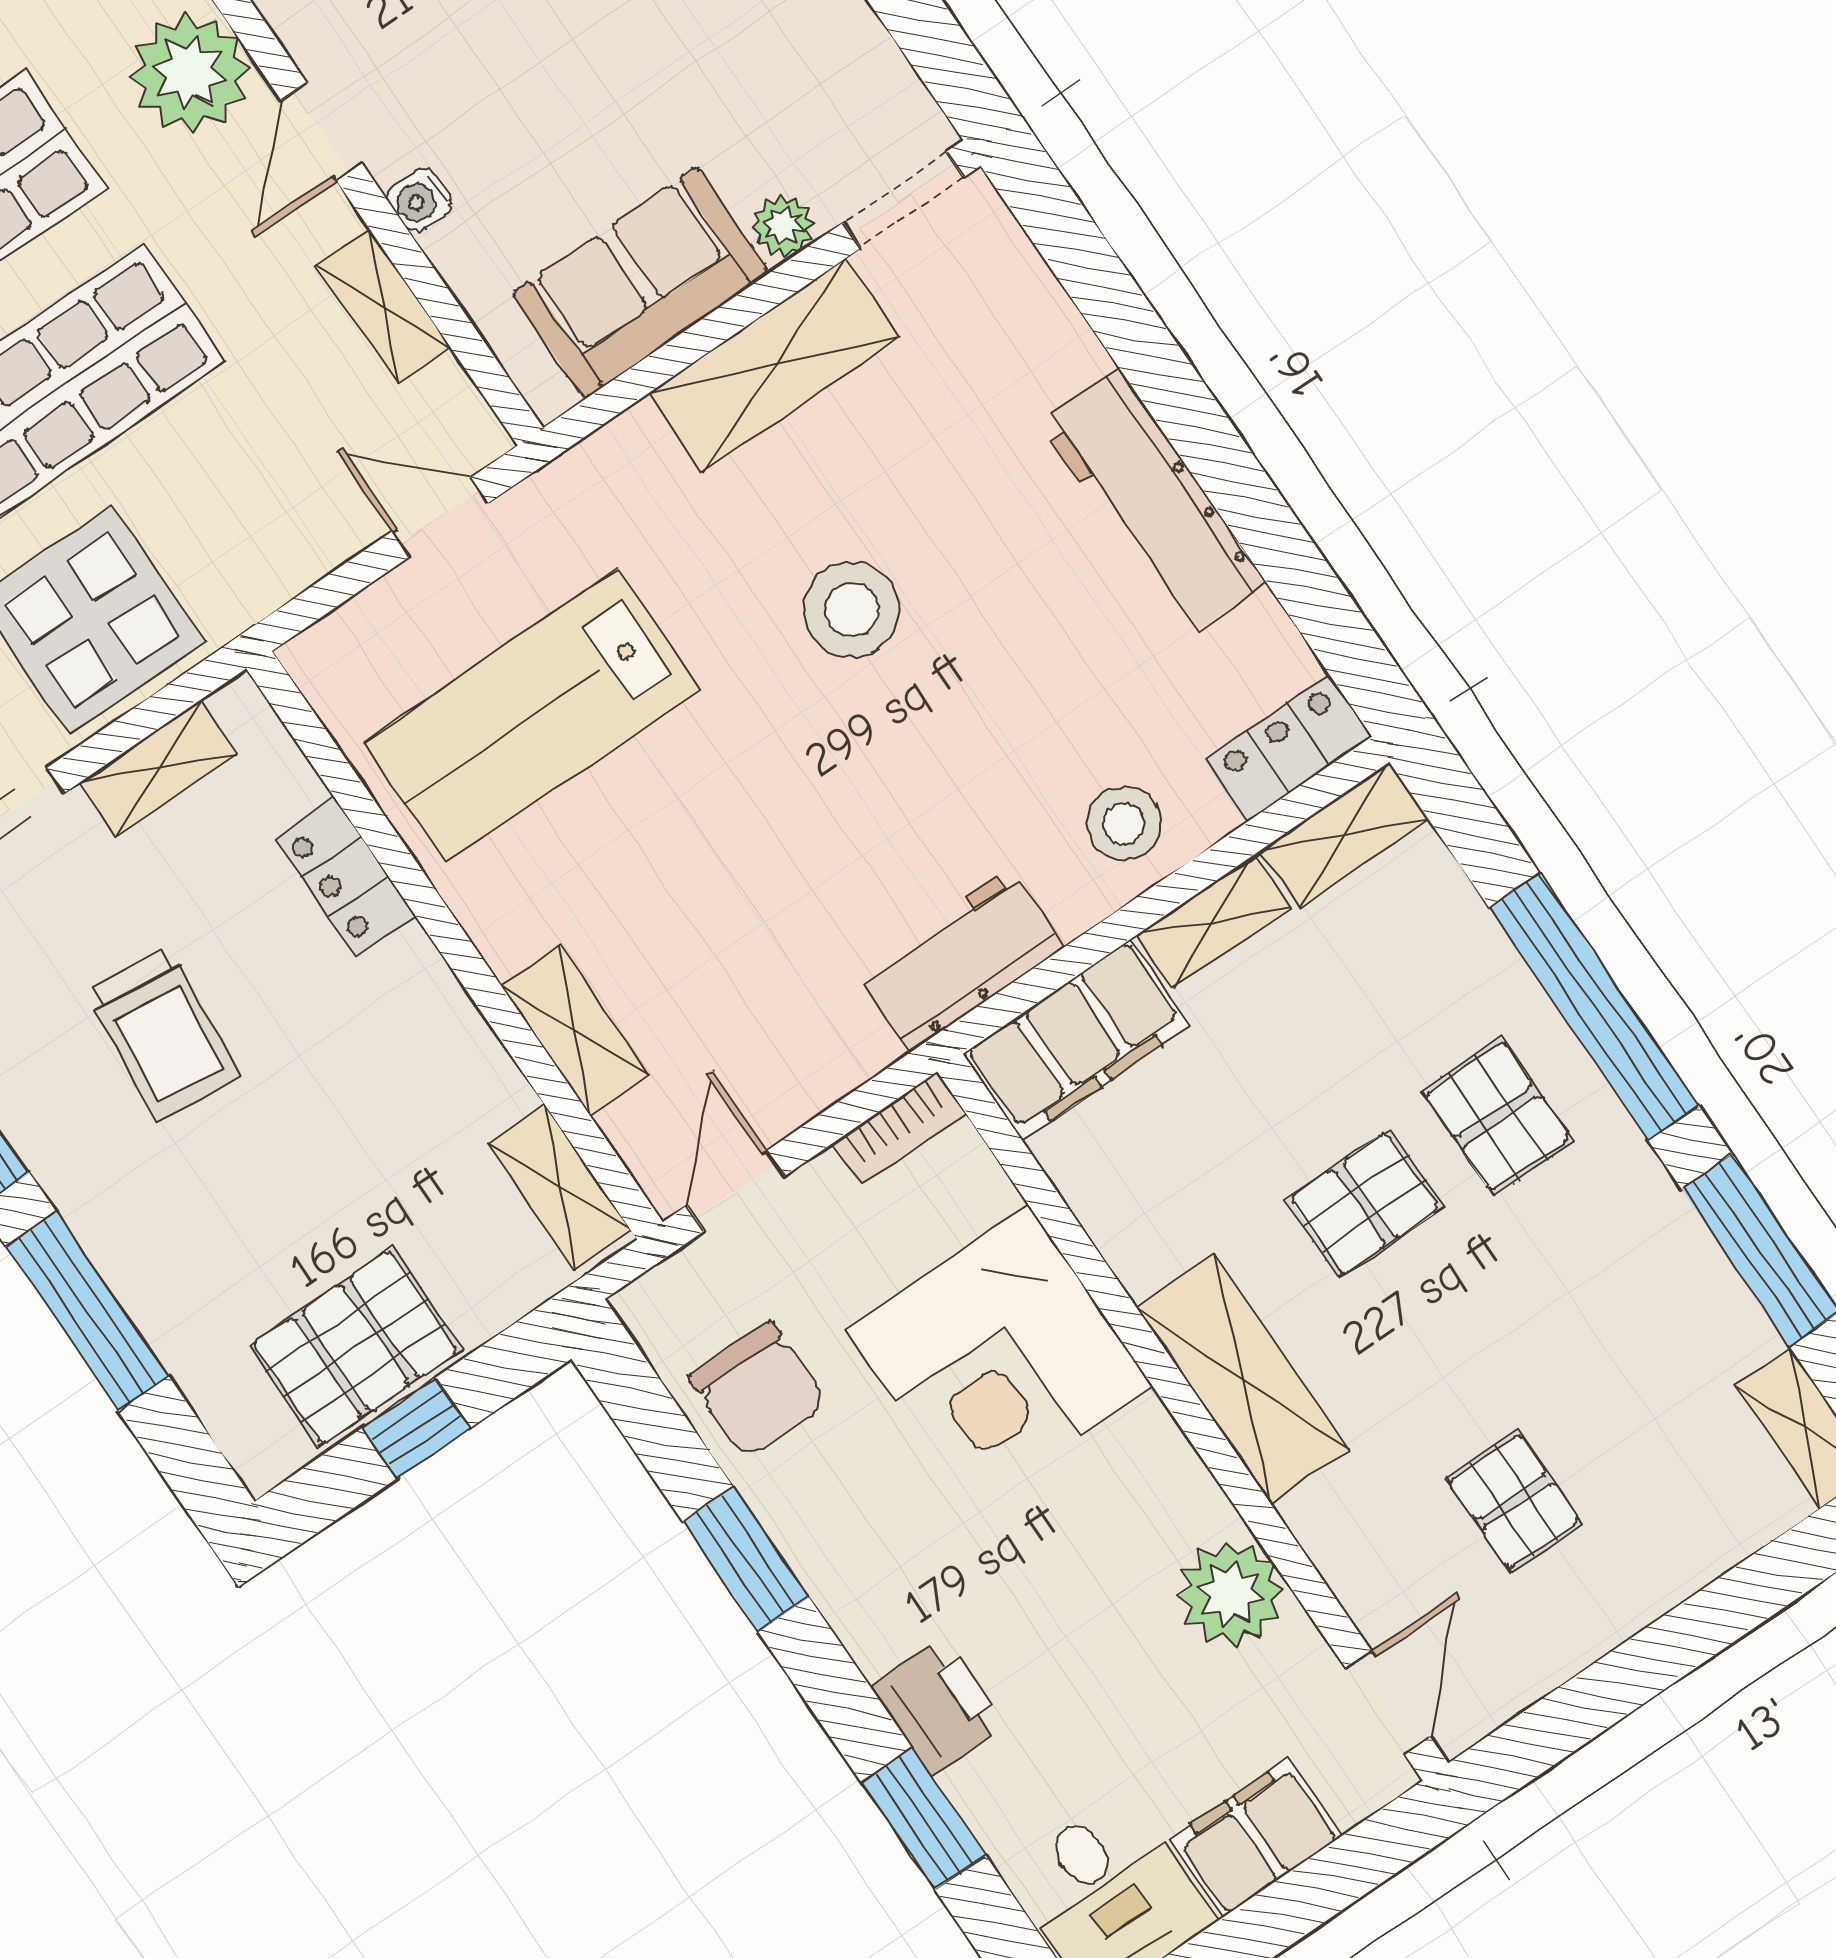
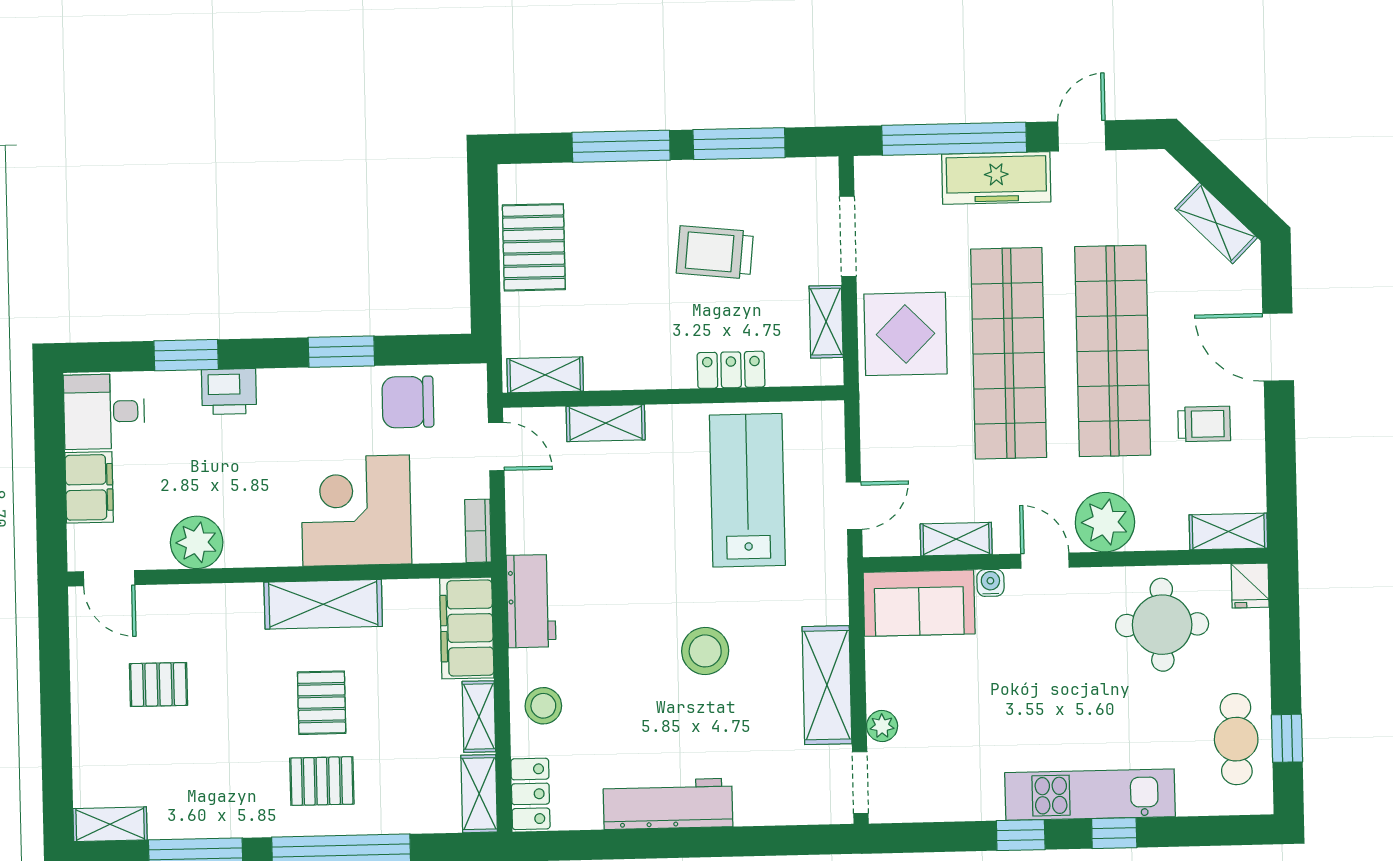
sofa: (641, 283) -> (919, 603), moved, turned 90
shelving: (1242, 1379) -> (323, 604), moved
window: (416, 1428) -> (484, 251), removed

